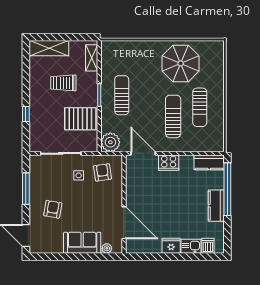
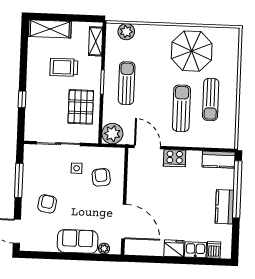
plant: (120, 48) -> (126, 32), added
pallet: (80, 119) -> (81, 107), turned 90
armchair: (102, 172) -> (101, 177), moved

